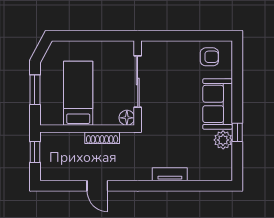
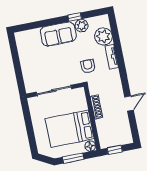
armchair: (209, 57) -> (88, 66), moved
bed: (78, 93) -> (70, 129), width x1.50
floor lamp: (127, 118) -> (90, 146), moved
plant: (201, 168) -> (103, 36), added

